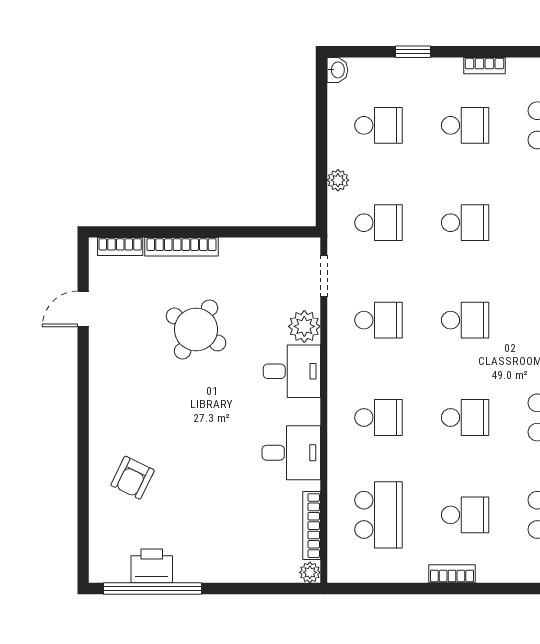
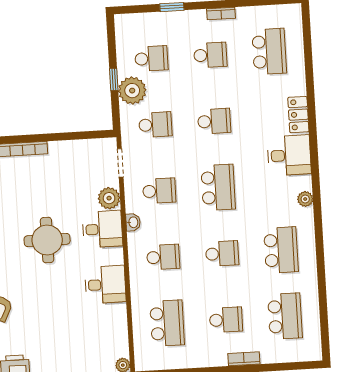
washbasin: (337, 70) -> (133, 222), moved
window: (322, 153) -> (114, 79), added
plant: (338, 180) -> (132, 91), width x1.87, depth x1.87
school desk: (465, 320) -> (218, 187), width x1.85
round table: (196, 329) -> (47, 240), moved, turned -32
bookcase: (312, 526) -> (122, 333), removed
bookcase: (452, 574) -> (244, 359), moved

